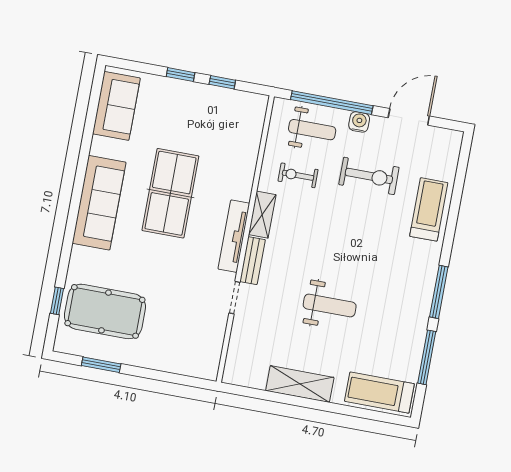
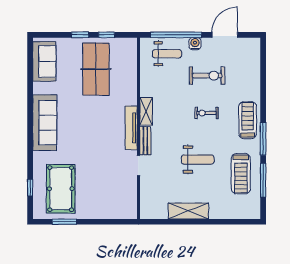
exercise bike: (298, 175) -> (206, 113), moved
table tennis table: (170, 193) -> (96, 69), moved
treadmill: (429, 209) -> (248, 120), moved
pool table: (105, 311) -> (61, 189), turned 90
treadmill: (379, 393) -> (241, 174), moved, turned -90

